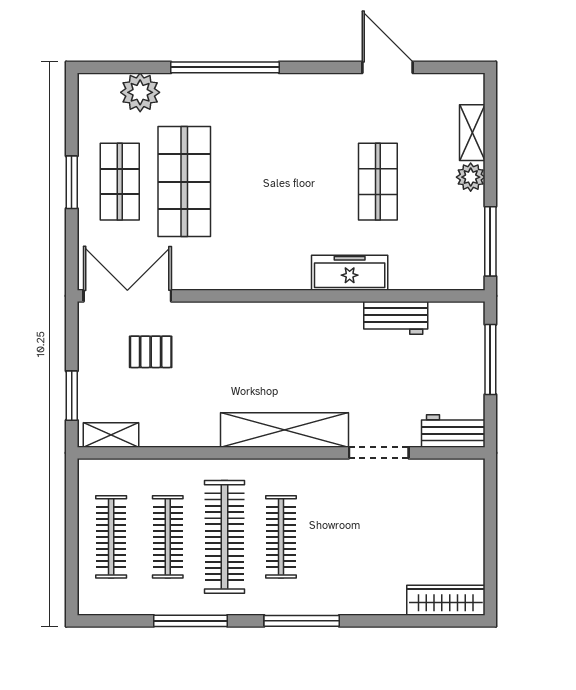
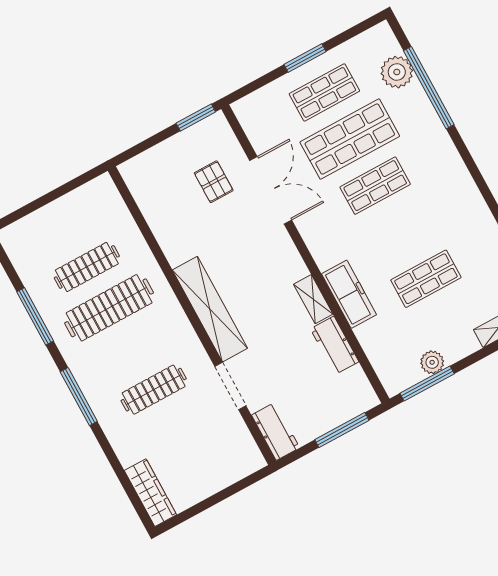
window: (225, 67) -> (429, 88), moved
plant: (471, 177) -> (432, 362), moved
shop shelf: (249, 182) -> (375, 186), added
double door: (127, 296) -> (271, 190), moved
window: (72, 396) -> (196, 118), moved
shelving: (111, 435) -> (313, 299), moved
clothes rail: (111, 537) -> (64, 226), removed
clothes rail: (281, 537) -> (154, 390), moved

